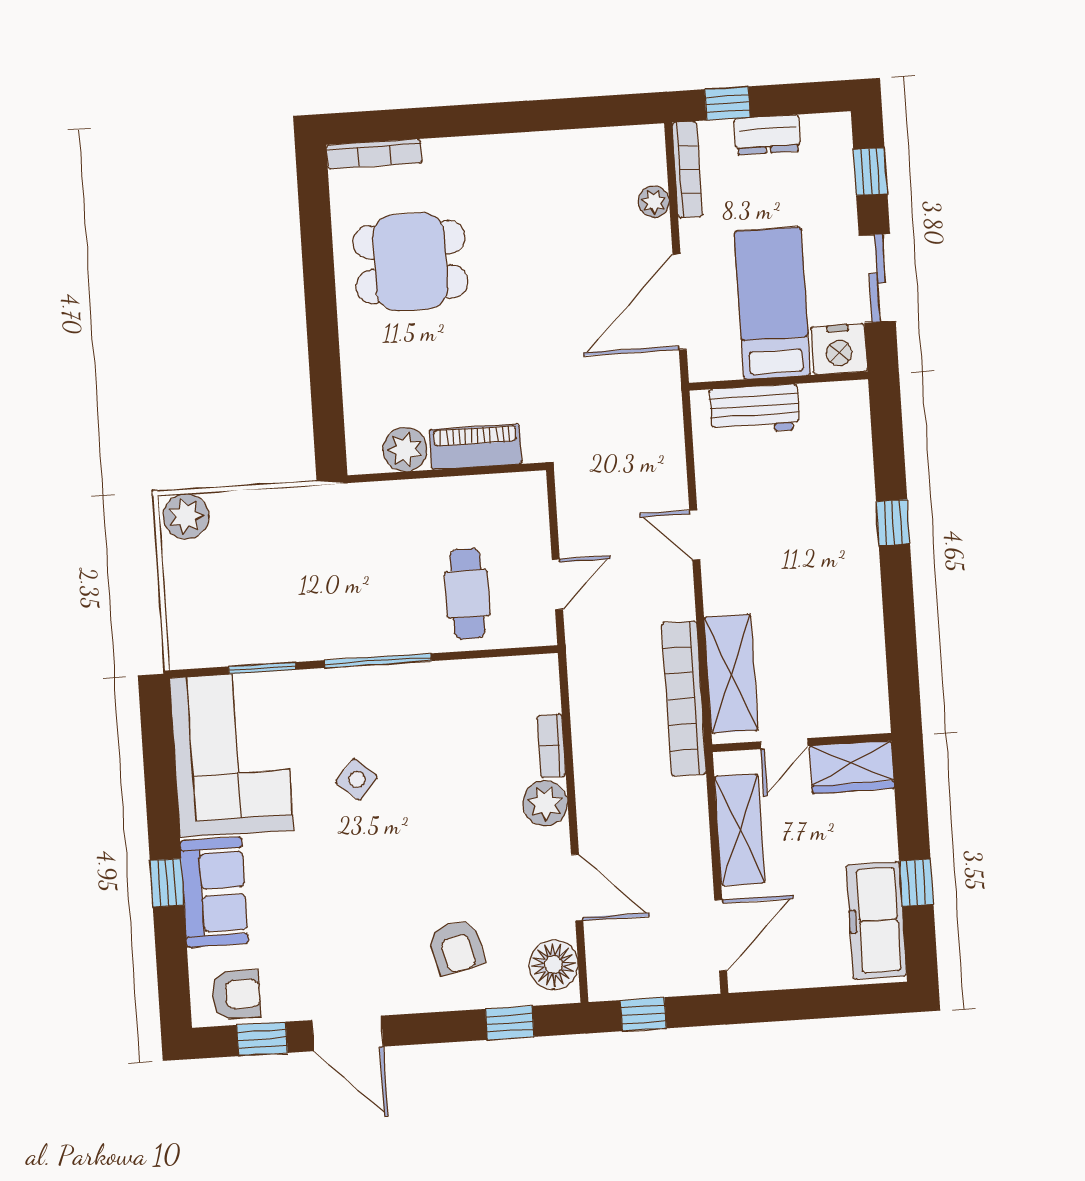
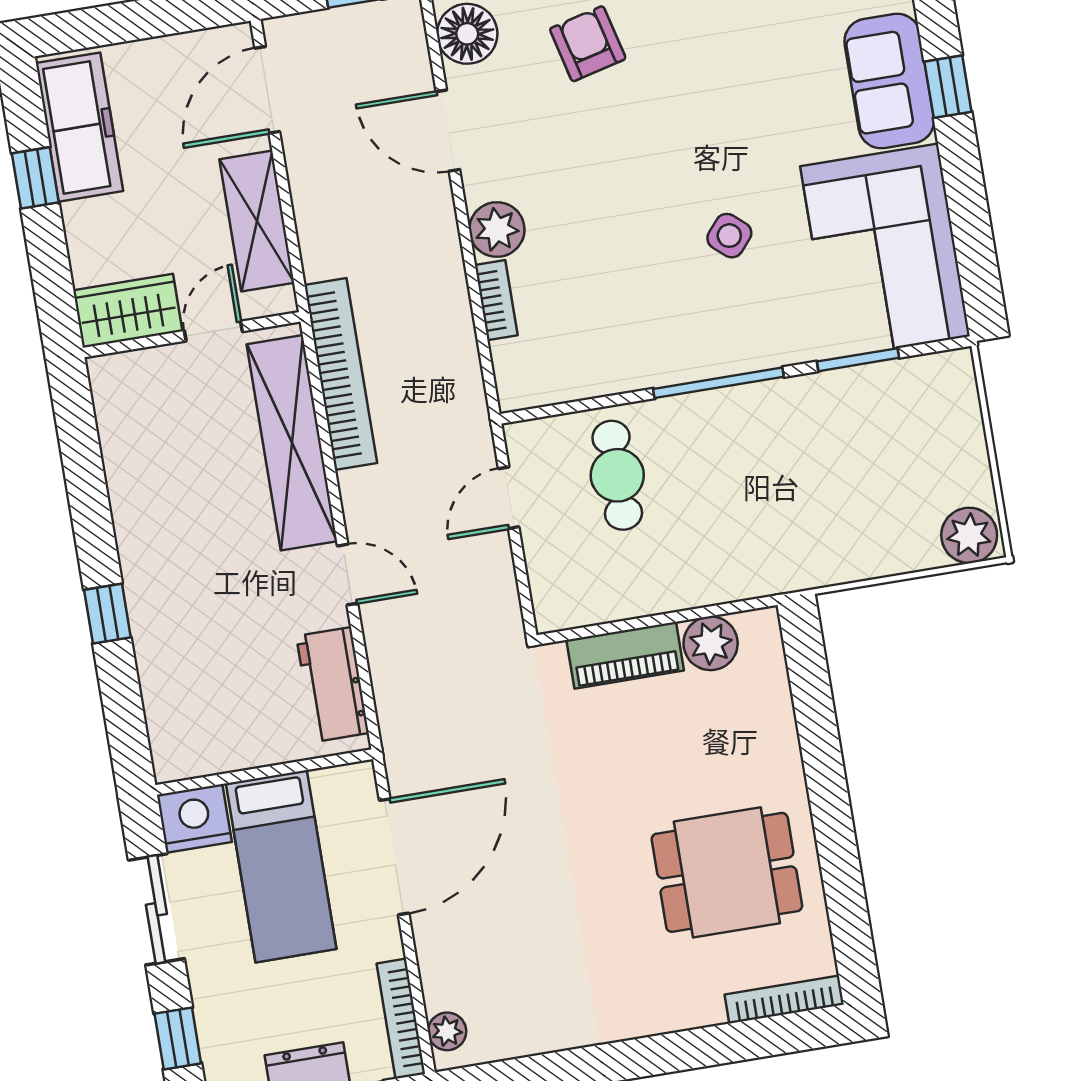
plant: (654, 202) -> (447, 1031), moved
workbench: (754, 409) -> (333, 685), moved, turned -90
shelving: (731, 674) -> (292, 443), width x1.47

